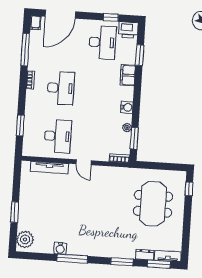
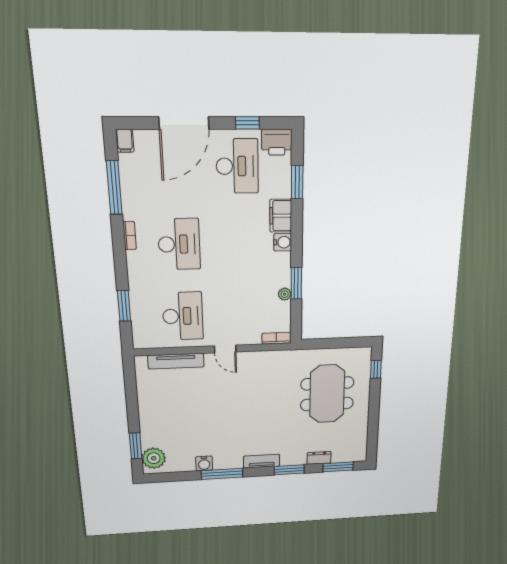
door: (60, 14) -> (184, 123), moved
water cooler: (127, 107) -> (283, 242), moved
window: (134, 138) -> (296, 283), moved
window: (15, 212) -> (136, 446), moved
tv unit: (168, 256) -> (262, 461), moved

